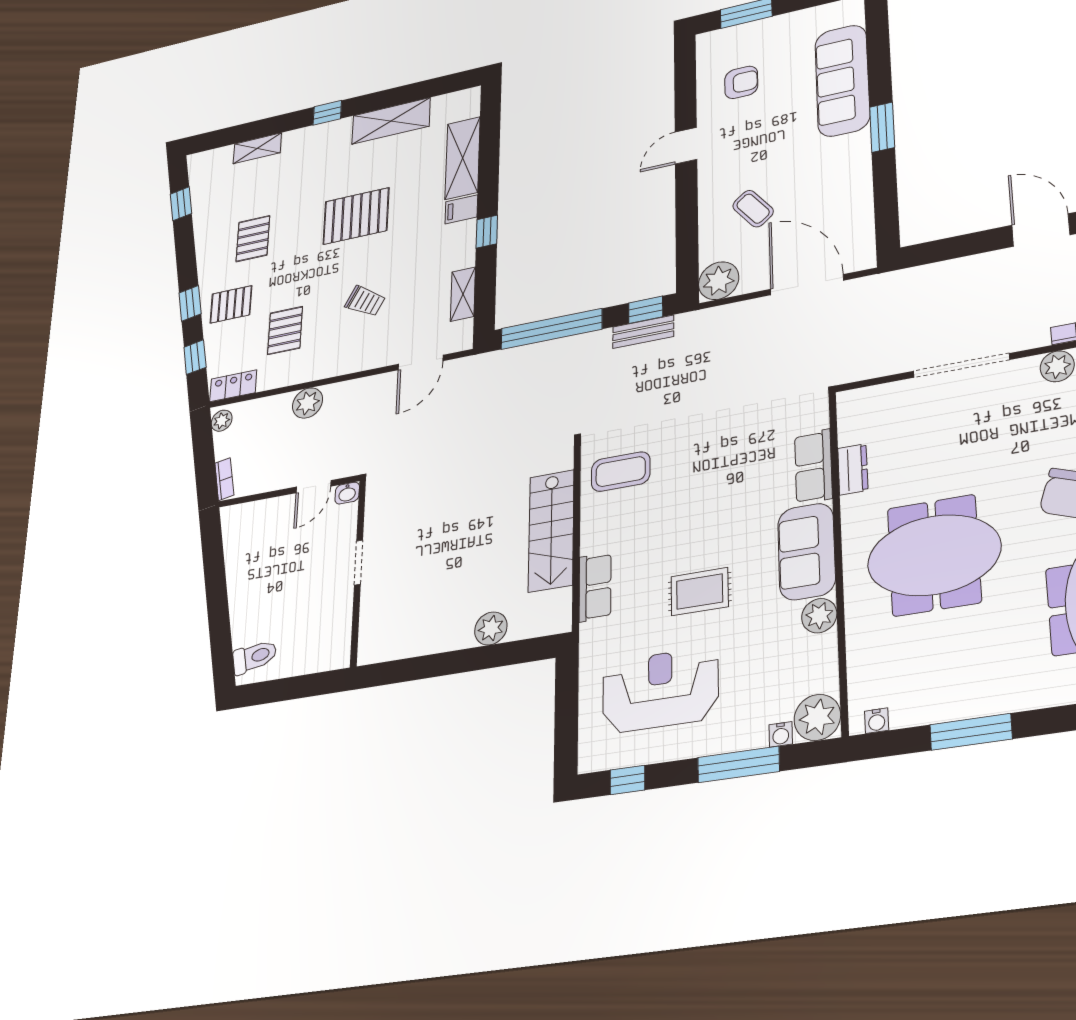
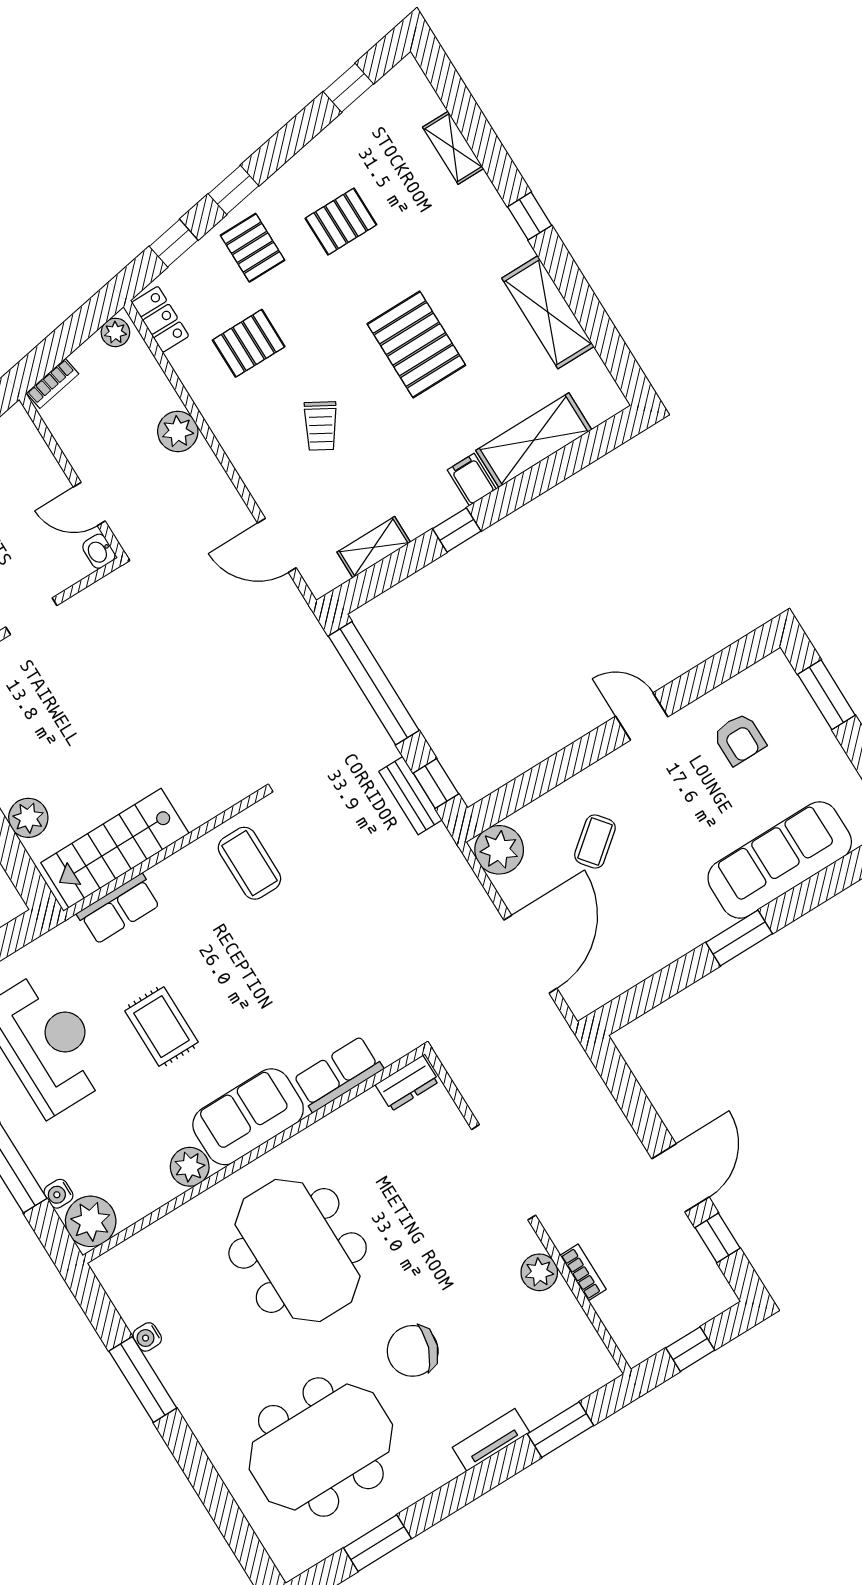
dresser: (853, 469) -> (407, 1083), moved
stairs: (551, 531) -> (115, 848), moved
water cooler: (877, 721) -> (147, 1337), moved

